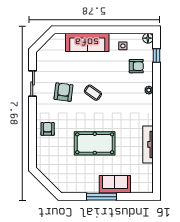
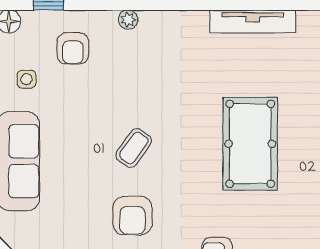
armchair: (136, 66) -> (73, 48), turned 180
armchair: (63, 92) -> (132, 216), turned -97

